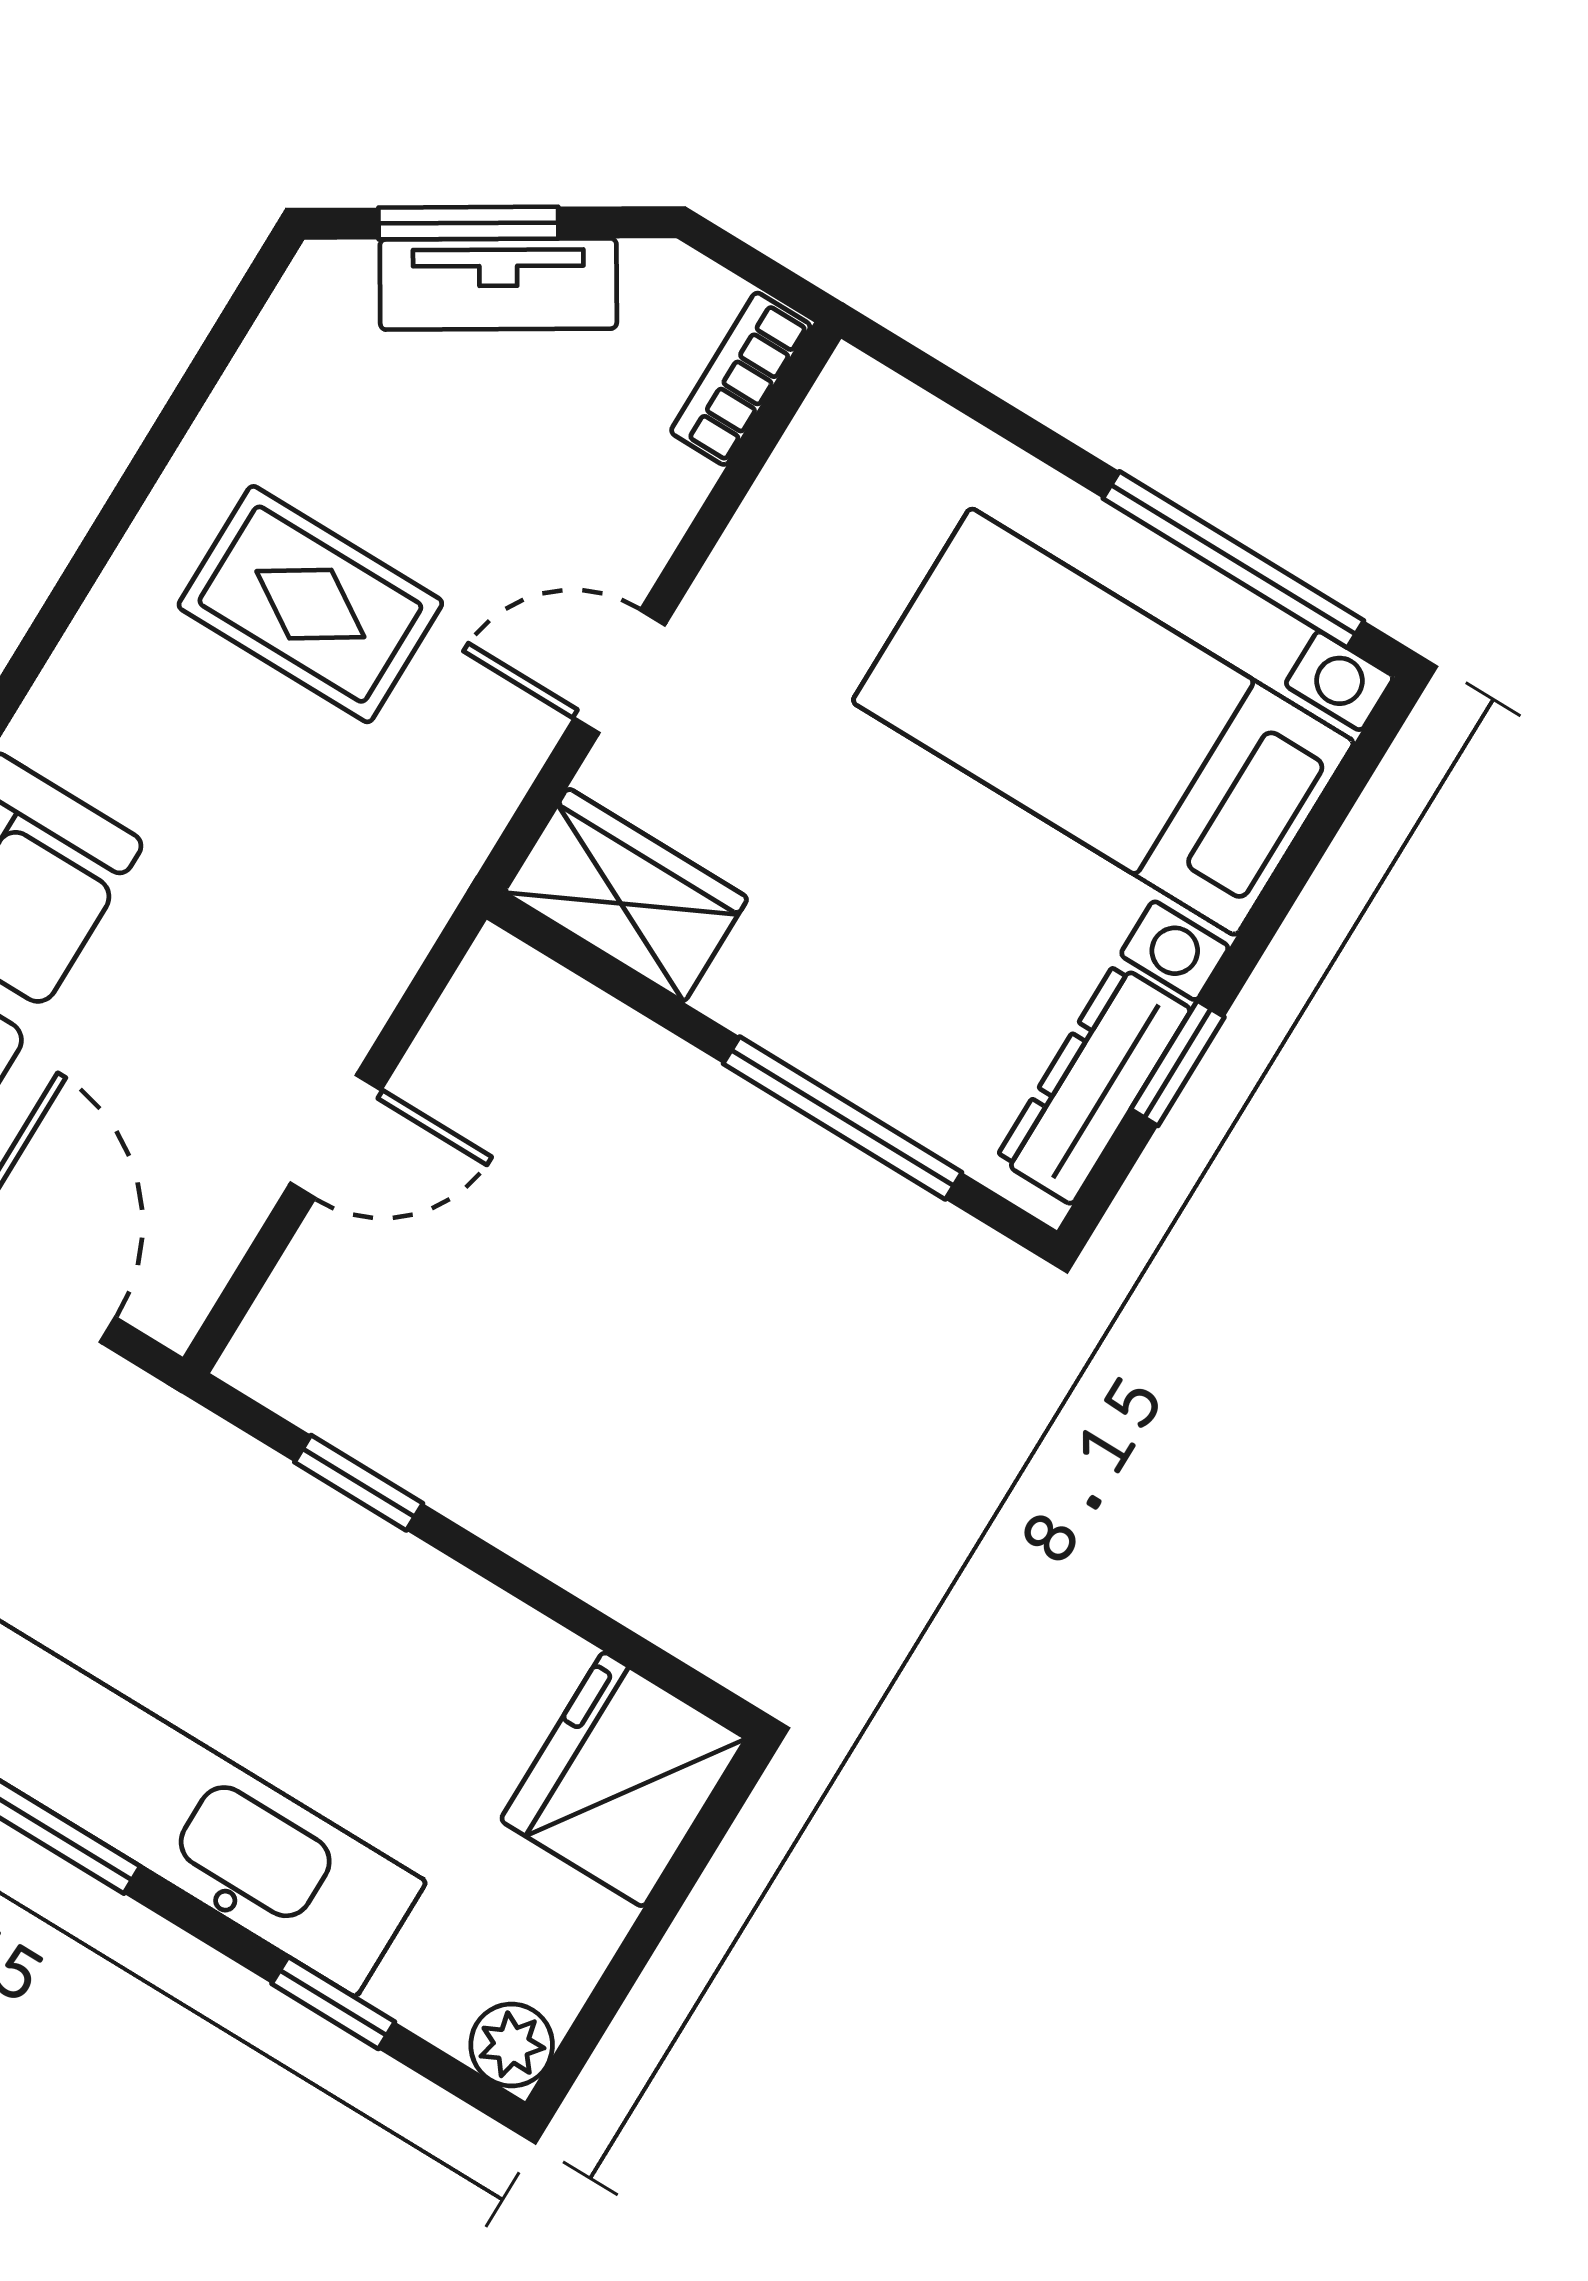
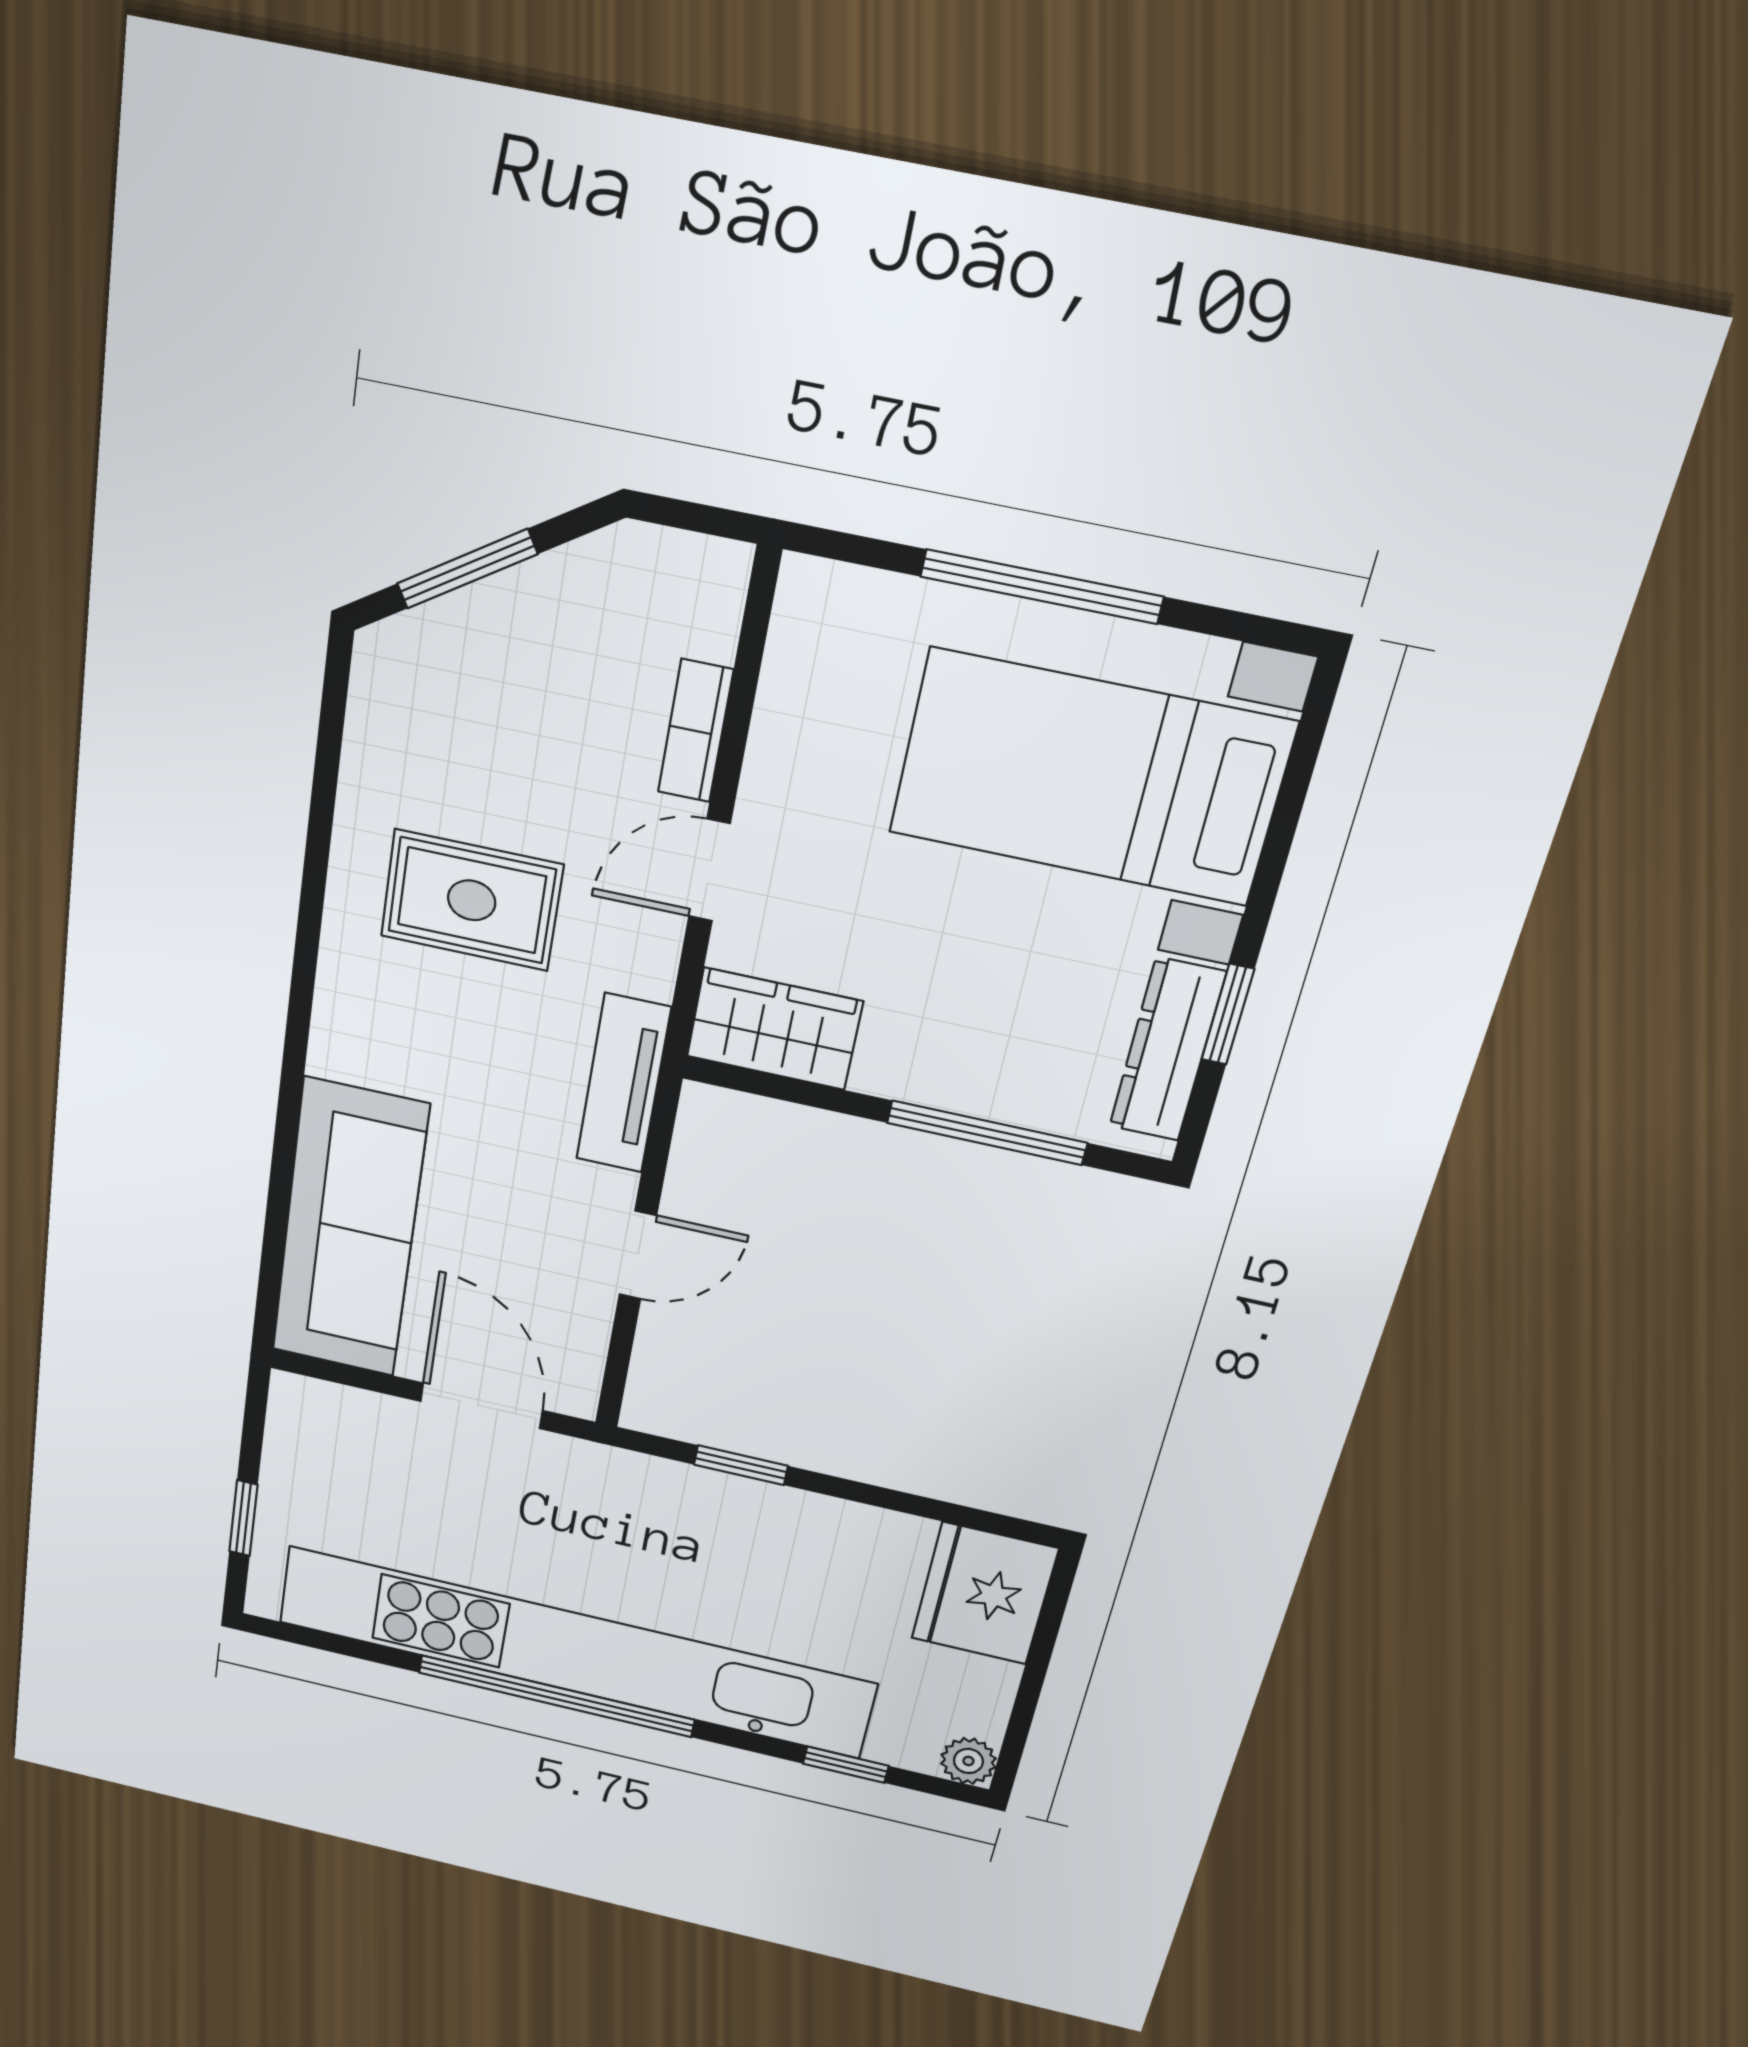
tv unit: (498, 284) -> (623, 1084), moved, turned 122
bookcase: (741, 379) -> (696, 731), moved
window: (1233, 559) -> (1042, 587), moved

